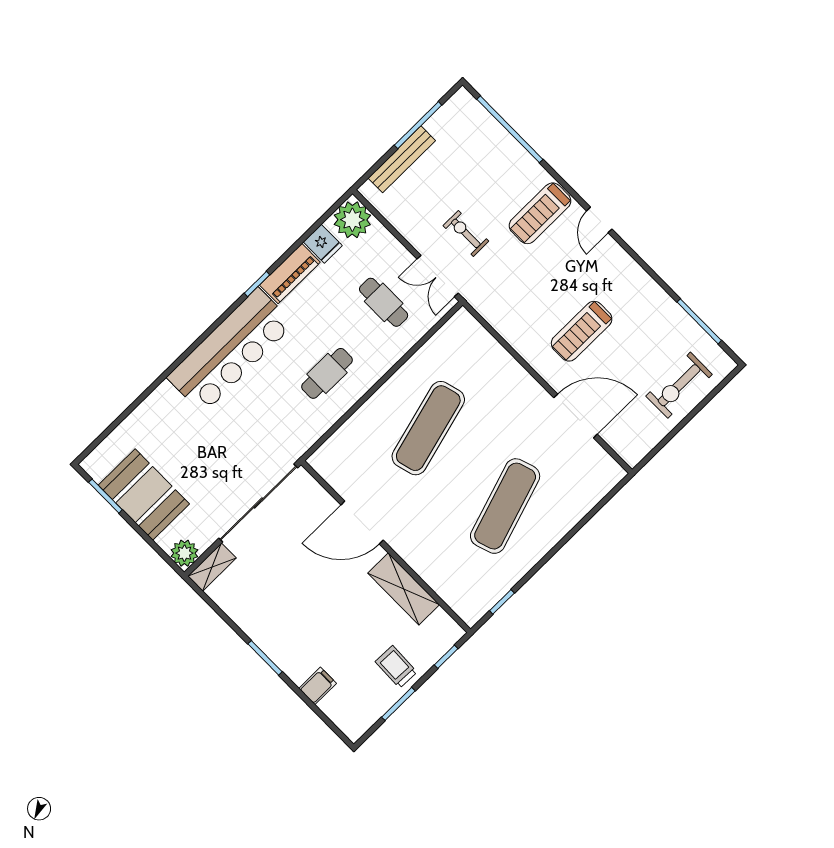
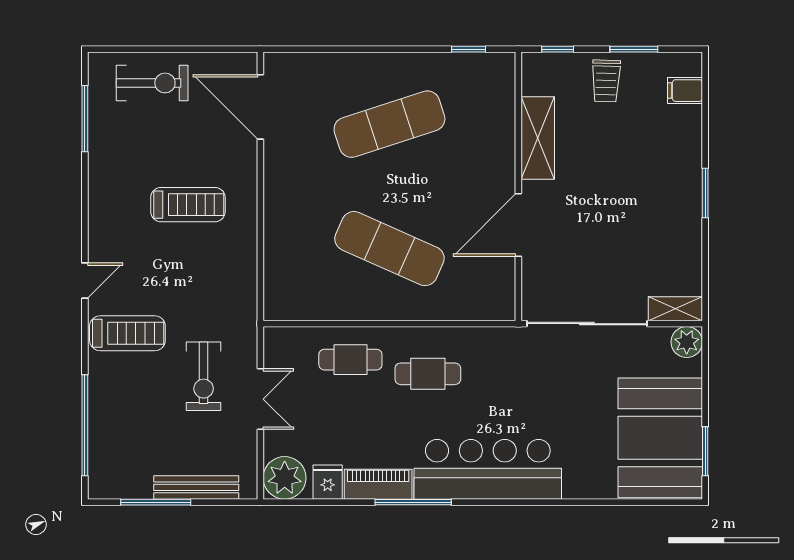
exercise bike: (466, 233) -> (204, 376), width x1.38, depth x1.39
double door: (438, 276) -> (260, 399), moved
window: (257, 284) -> (413, 502), width x2.17
cafe table: (384, 302) -> (350, 360), moved, turned 90
door: (576, 416) -> (260, 107), moved
exercise mat: (428, 428) -> (389, 249), turned 39
booth: (144, 495) -> (660, 438), width x1.36, depth x1.42
door: (362, 523) -> (518, 225), swing flipped
filing cabinet: (318, 686) -> (685, 91), moved

